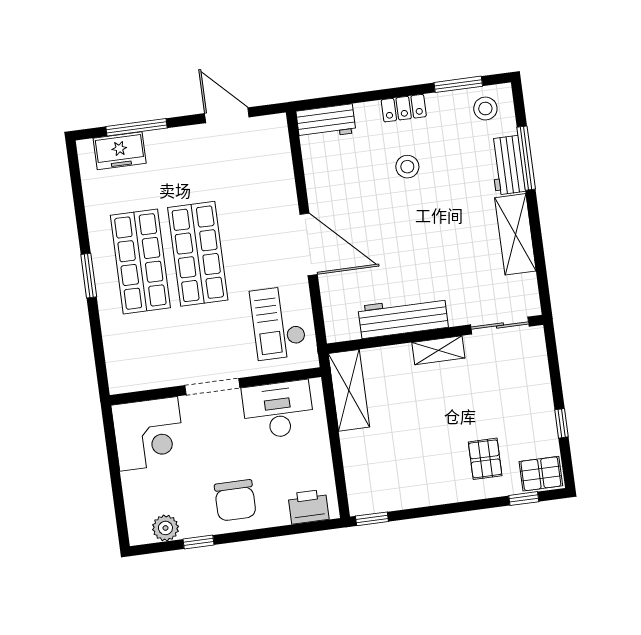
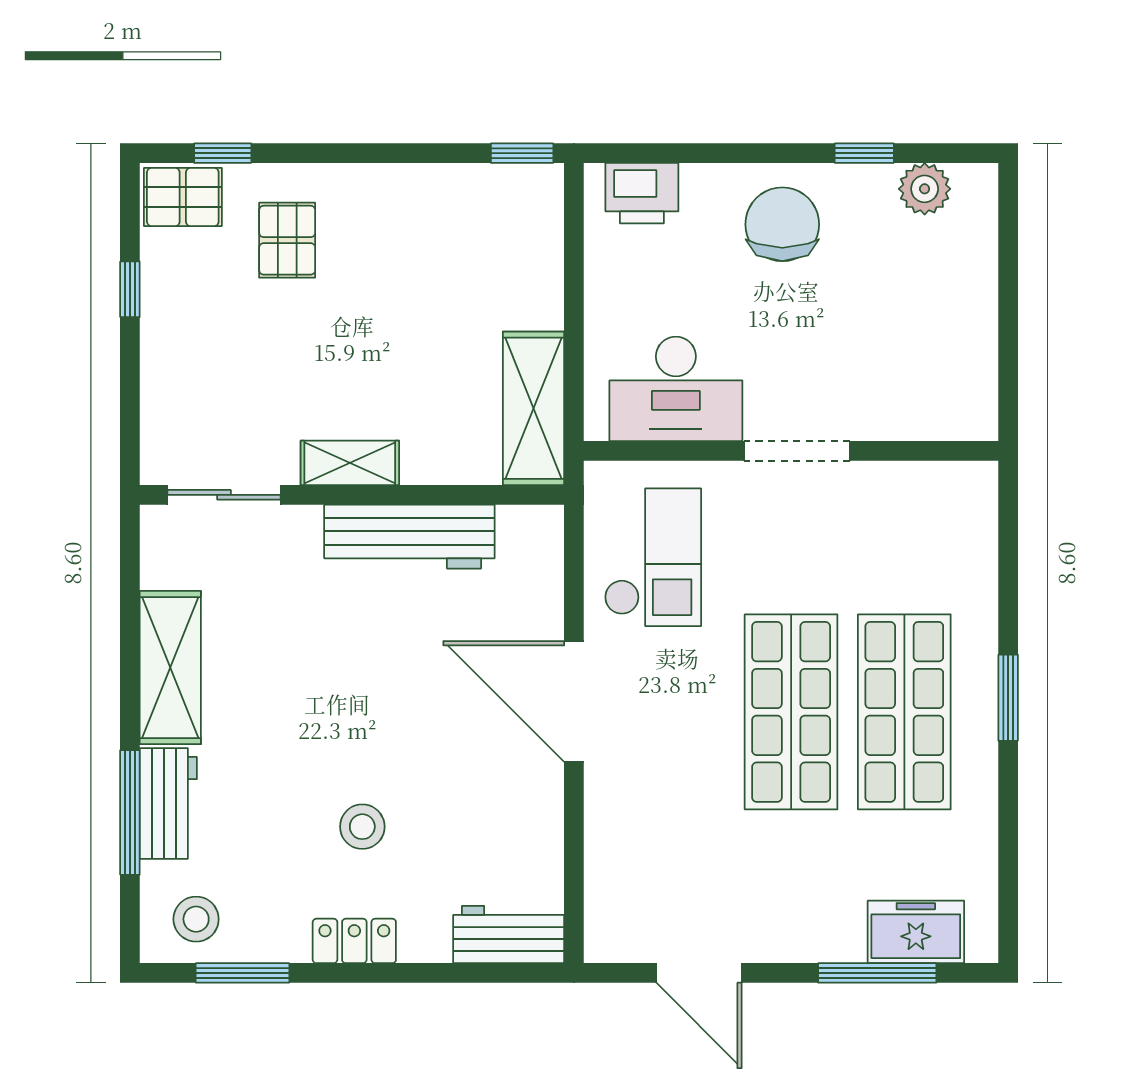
corner desk: (149, 434) -> (933, 376), removed

